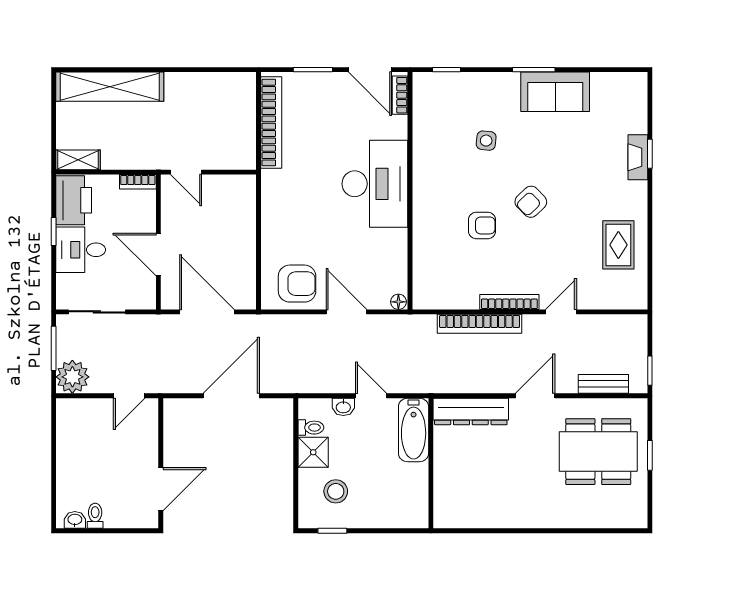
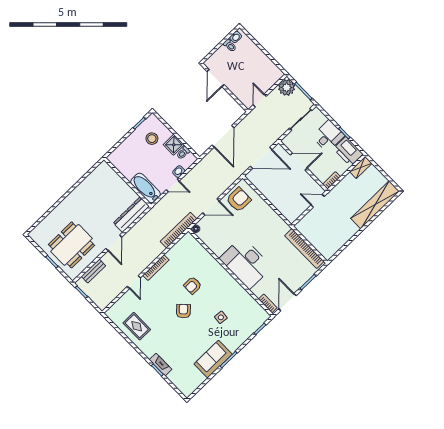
door: (370, 70) -> (287, 302), hinge flipped
armchair: (297, 284) -> (239, 200), turned 180
bookcase: (480, 324) -> (179, 230), moved

